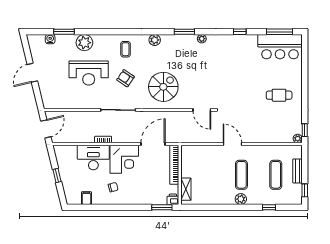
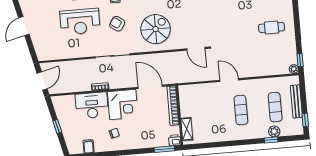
door: (153, 144) -> (150, 87), hinge flipped
bench: (297, 171) -> (296, 101), width x1.36
plant: (241, 199) -> (274, 131), moved

